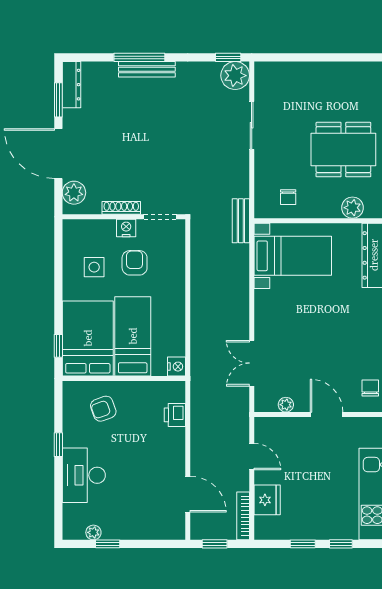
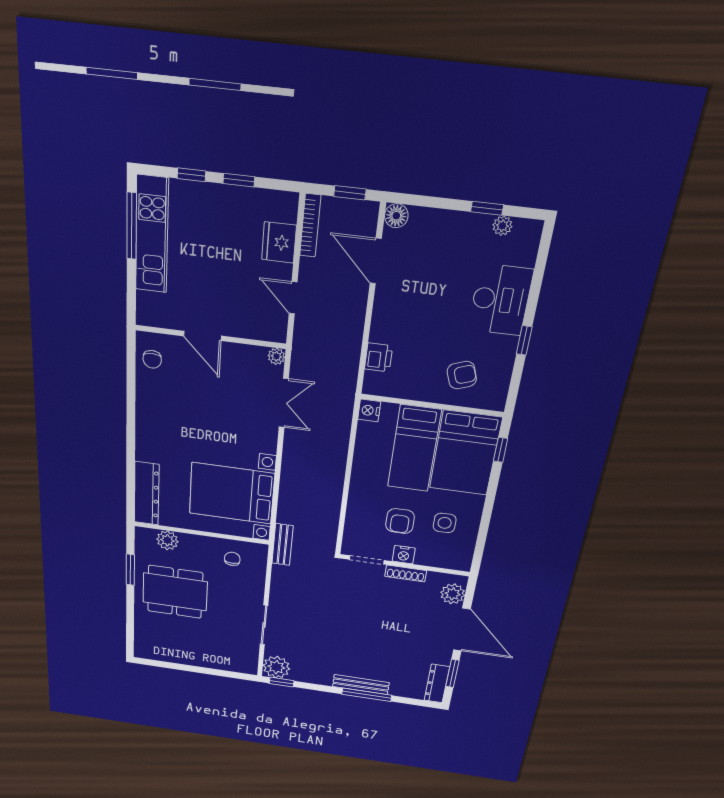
bed with nightstands: (293, 256) -> (232, 493), width x1.36
plant: (286, 405) -> (276, 356), moved
floor lamp: (176, 531) -> (396, 216), added

